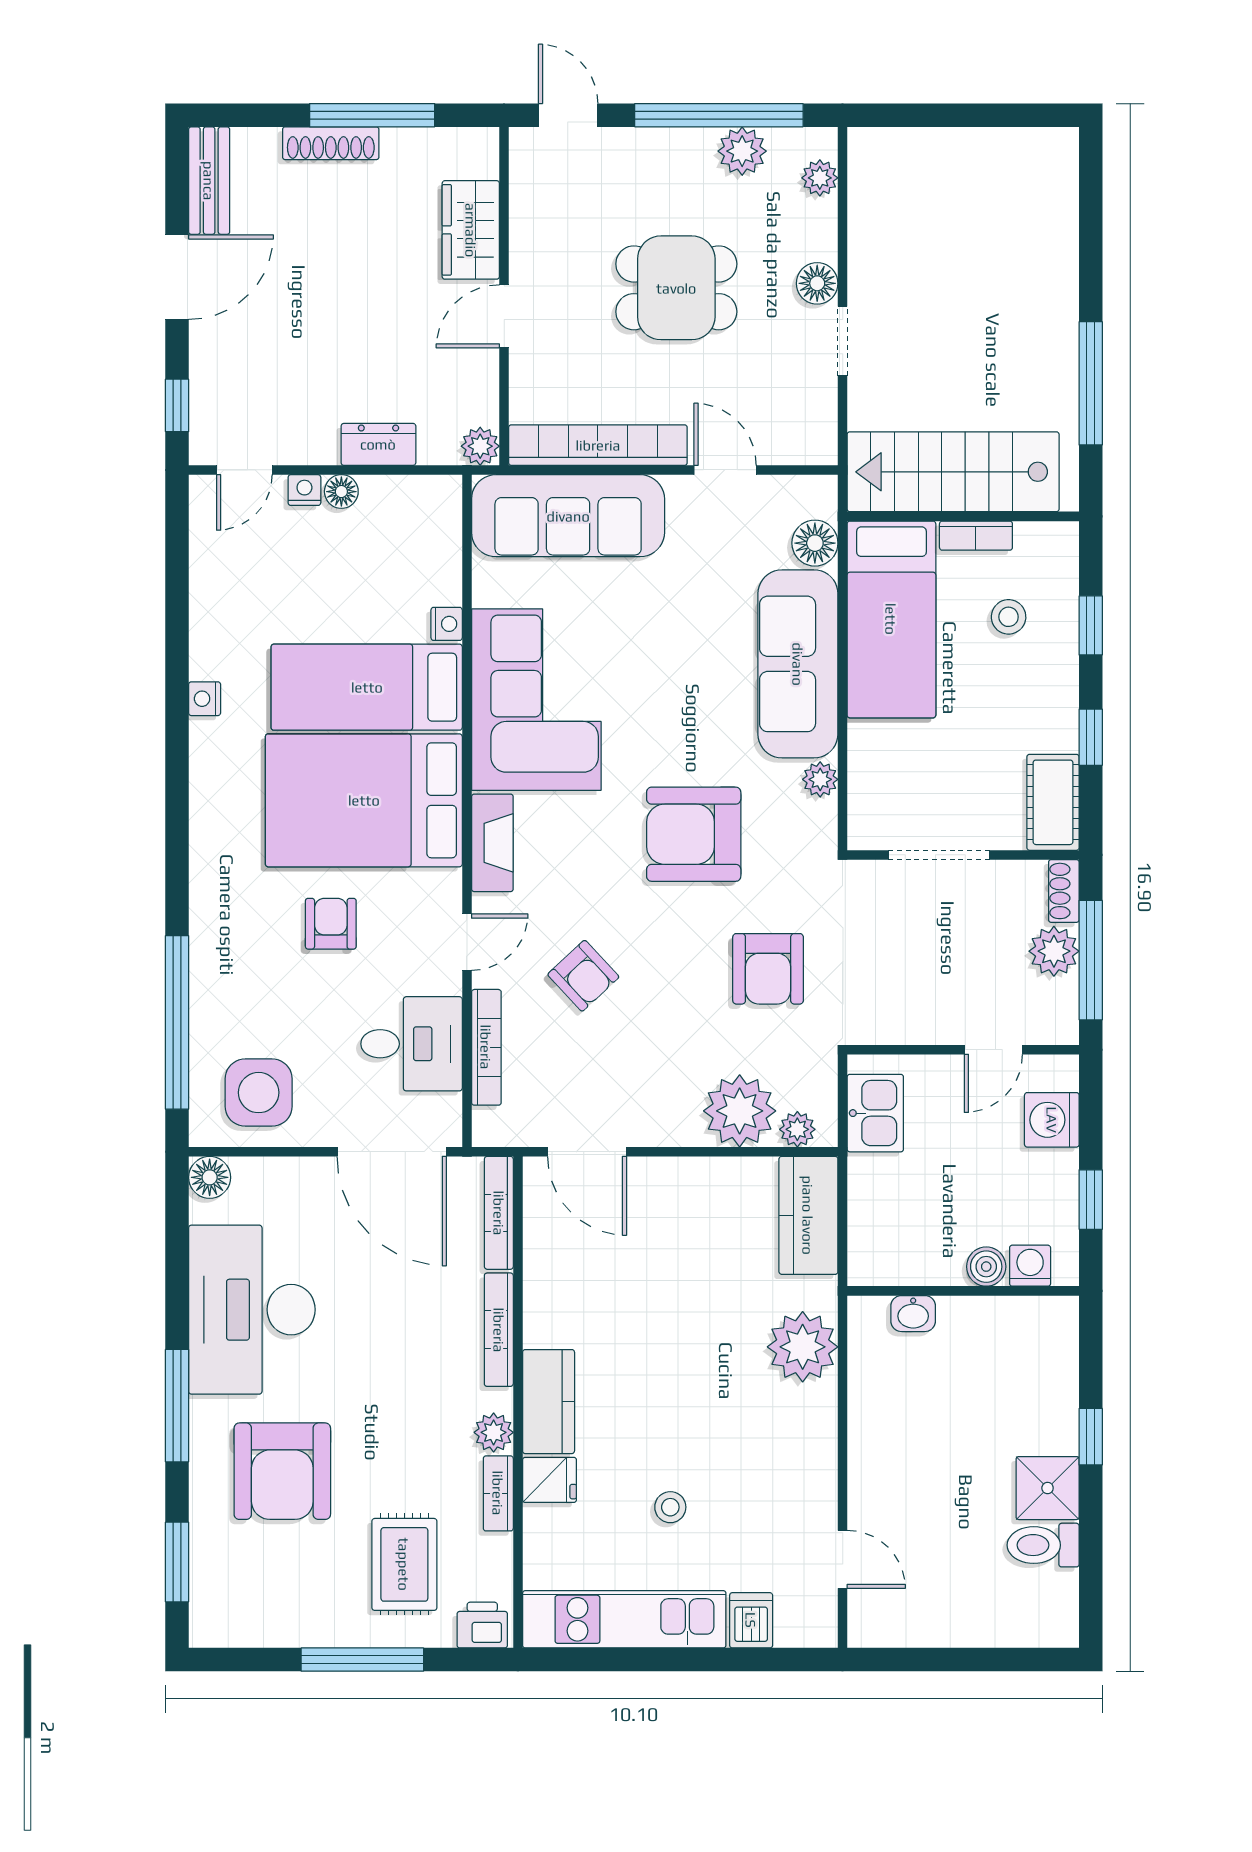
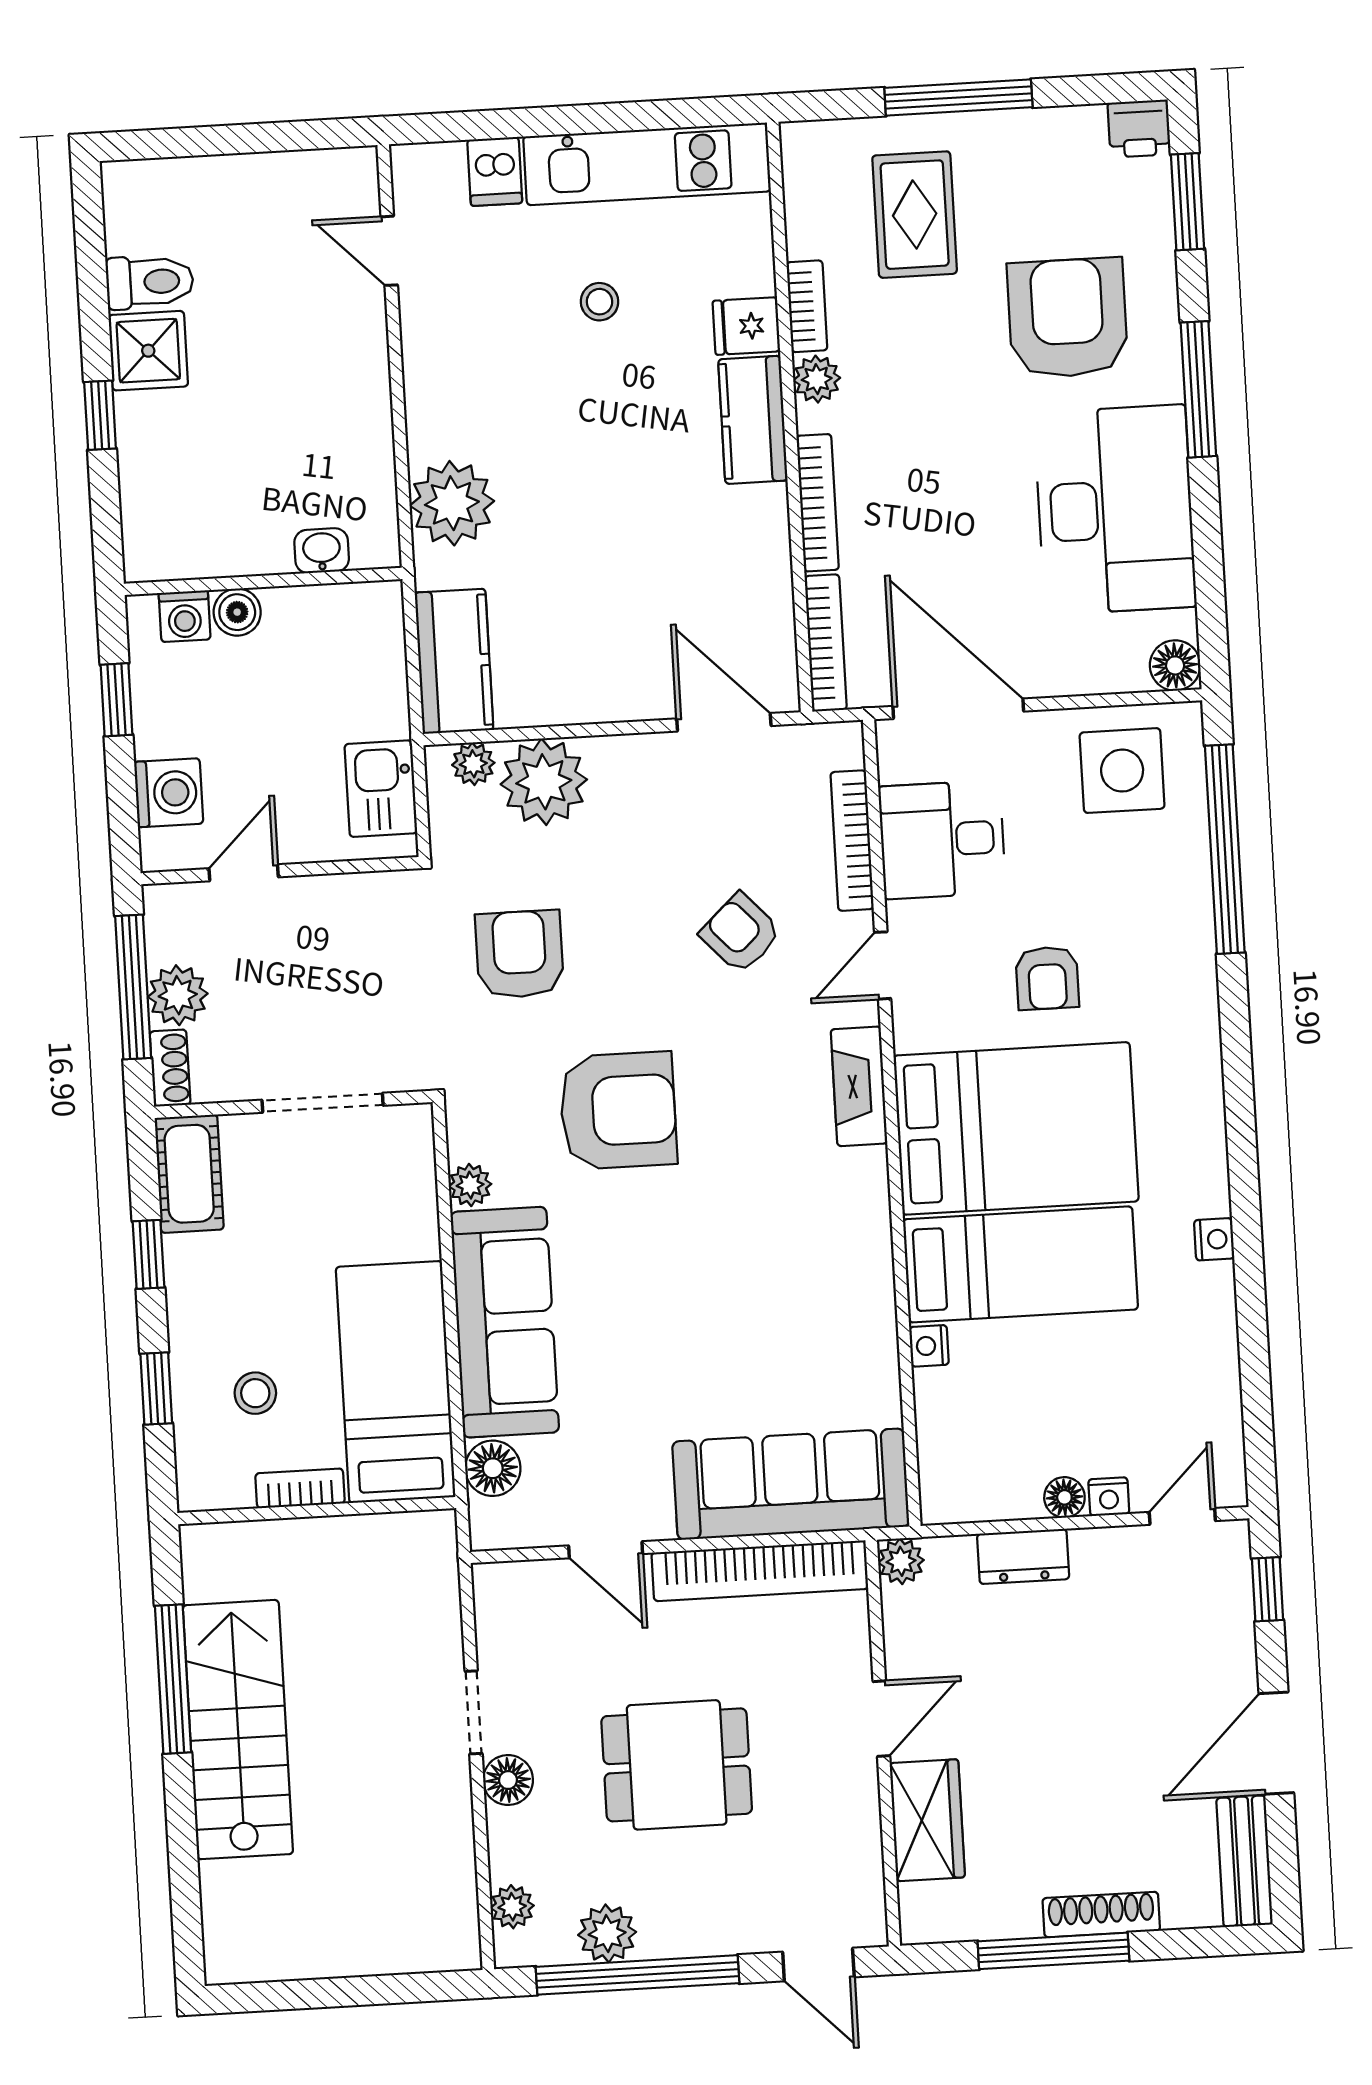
stairs: (953, 472) -> (238, 1730), moved, turned -90
corner sofa: (536, 700) -> (816, 1261), removed
printer: (482, 1625) -> (1139, 129), moved

